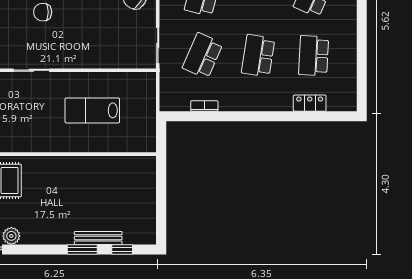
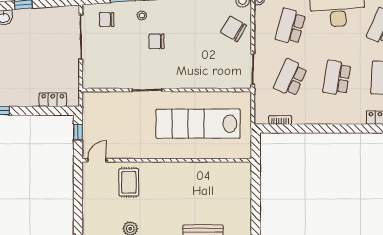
bookcase: (204, 106) -> (280, 120), moved
lab bench: (92, 110) -> (198, 124), width x1.86, depth x1.39

